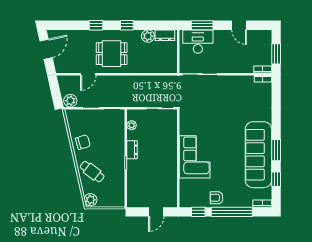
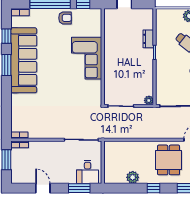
dresser: (165, 35) -> (116, 178), removed
desk: (198, 42) -> (88, 172), width x0.73
dining table: (112, 54) -> (169, 160), turned 90
plant: (132, 125) -> (149, 100), moved
dresser: (132, 150) -> (148, 39), moved

